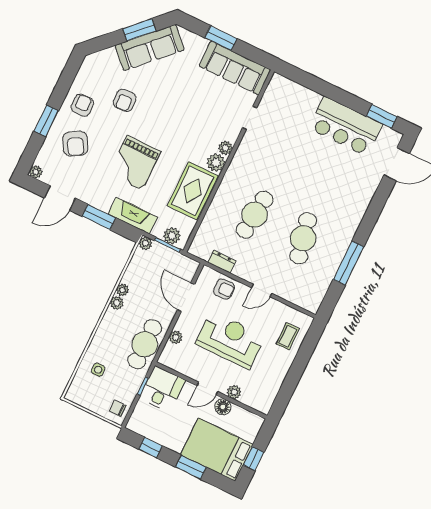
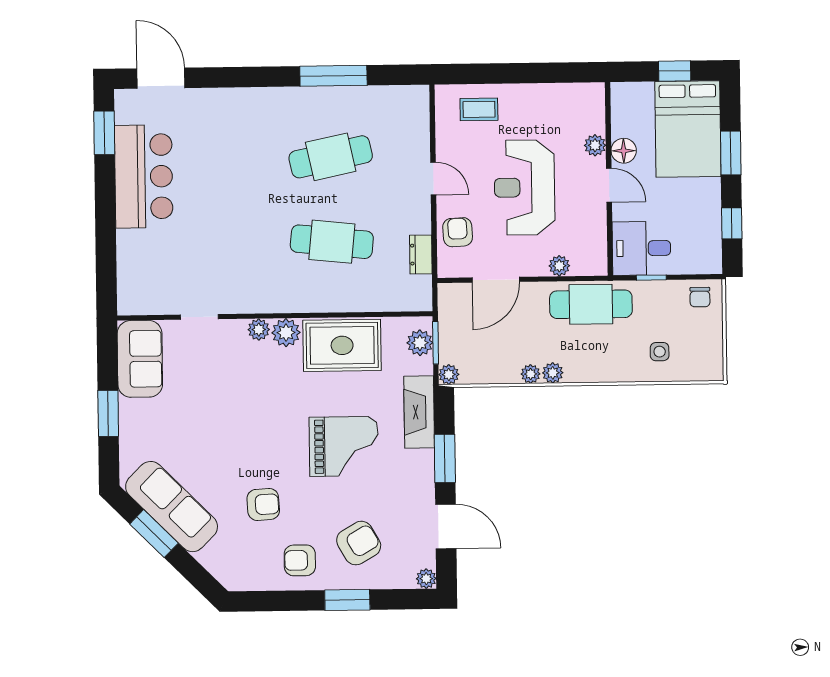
sofa: (235, 68) -> (140, 359), width x0.73

